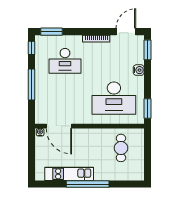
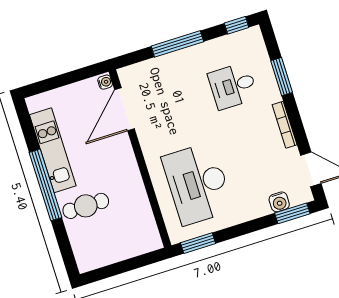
window: (51, 32) -> (282, 77), moved
desk: (65, 61) -> (233, 86), width x0.73
water cooler: (139, 70) -> (279, 202), moved
cafe table: (121, 148) -> (86, 206), moved

